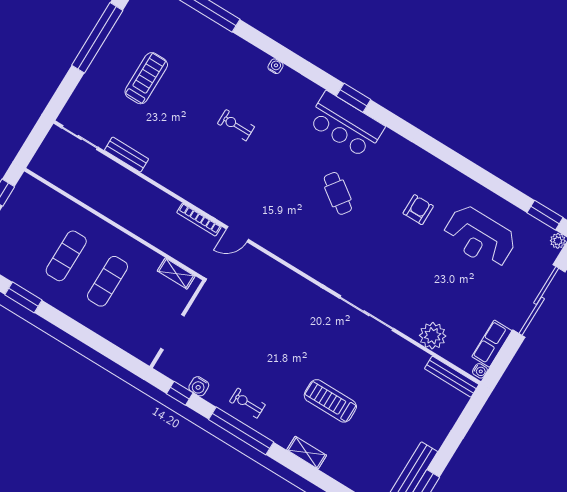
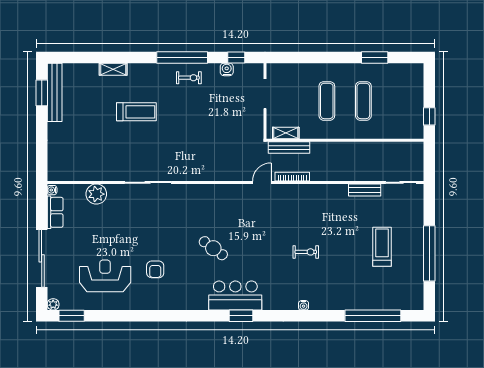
treadmill: (146, 78) -> (382, 247), turned 180
bench: (452, 377) -> (289, 147), moved
shelving: (307, 453) -> (113, 69), moved

